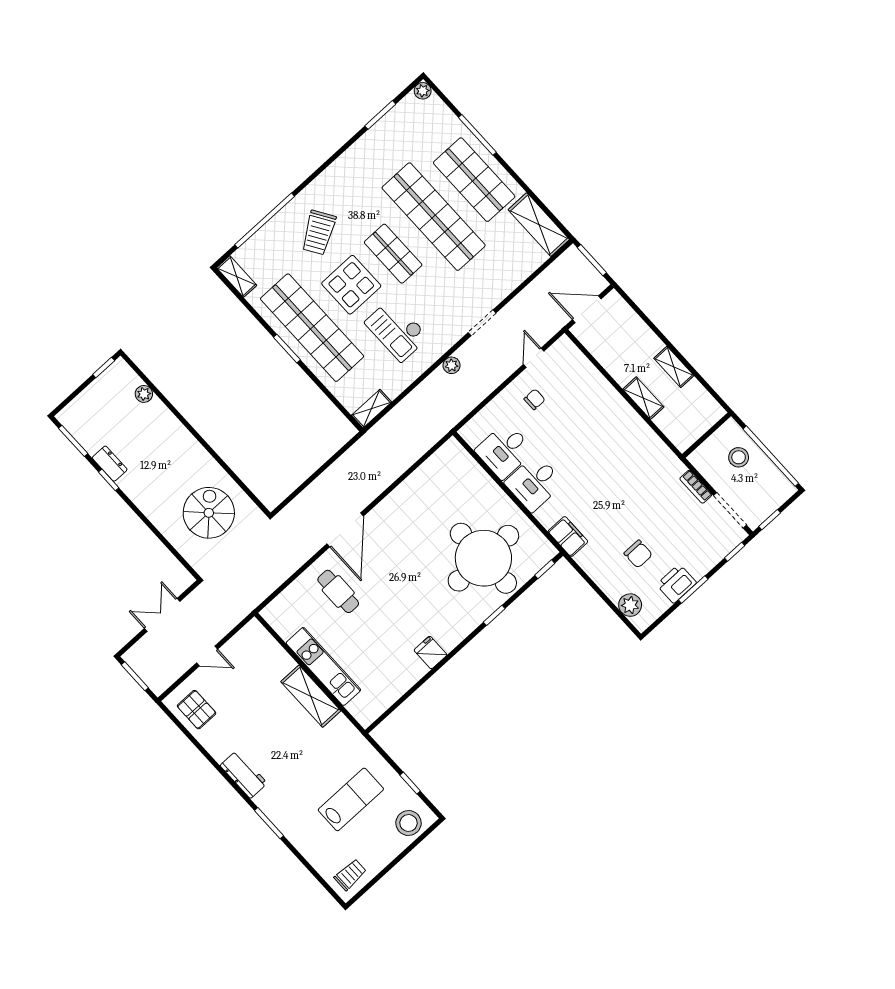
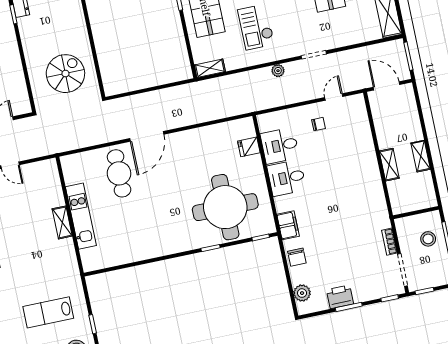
chair: (638, 554) -> (297, 257), moved
cafe table: (338, 591) -> (119, 173), width x1.37, depth x1.35
fridge: (430, 652) -> (249, 147), moved, turned -90
shelving: (311, 696) -> (62, 222), width x0.67, depth x0.75
lab bench: (351, 799) -> (48, 312), turned 180

